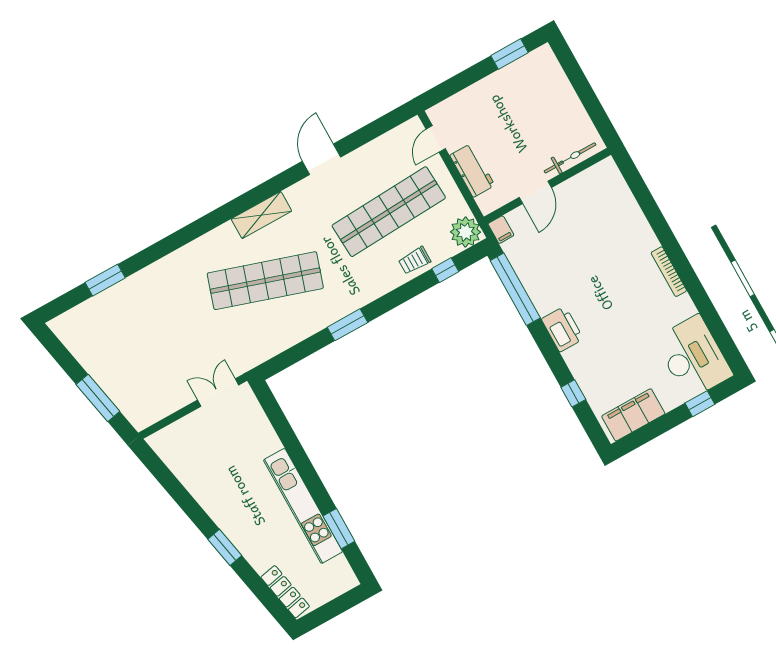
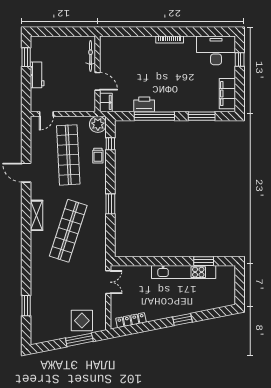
door: (436, 139) -> (46, 114), hinge flipped
workbench: (472, 170) -> (37, 75), moved, turned 90
filing cabinet: (501, 230) -> (106, 102), width x2.00
window: (515, 289) -> (154, 116), moved
printer: (562, 329) -> (144, 104), moved
display table: (132, 385) -> (82, 321), added
double door: (218, 393) -> (108, 282), swing flipped
window: (573, 393) -> (202, 116), width x2.17
locker: (285, 592) -> (131, 320), moved

